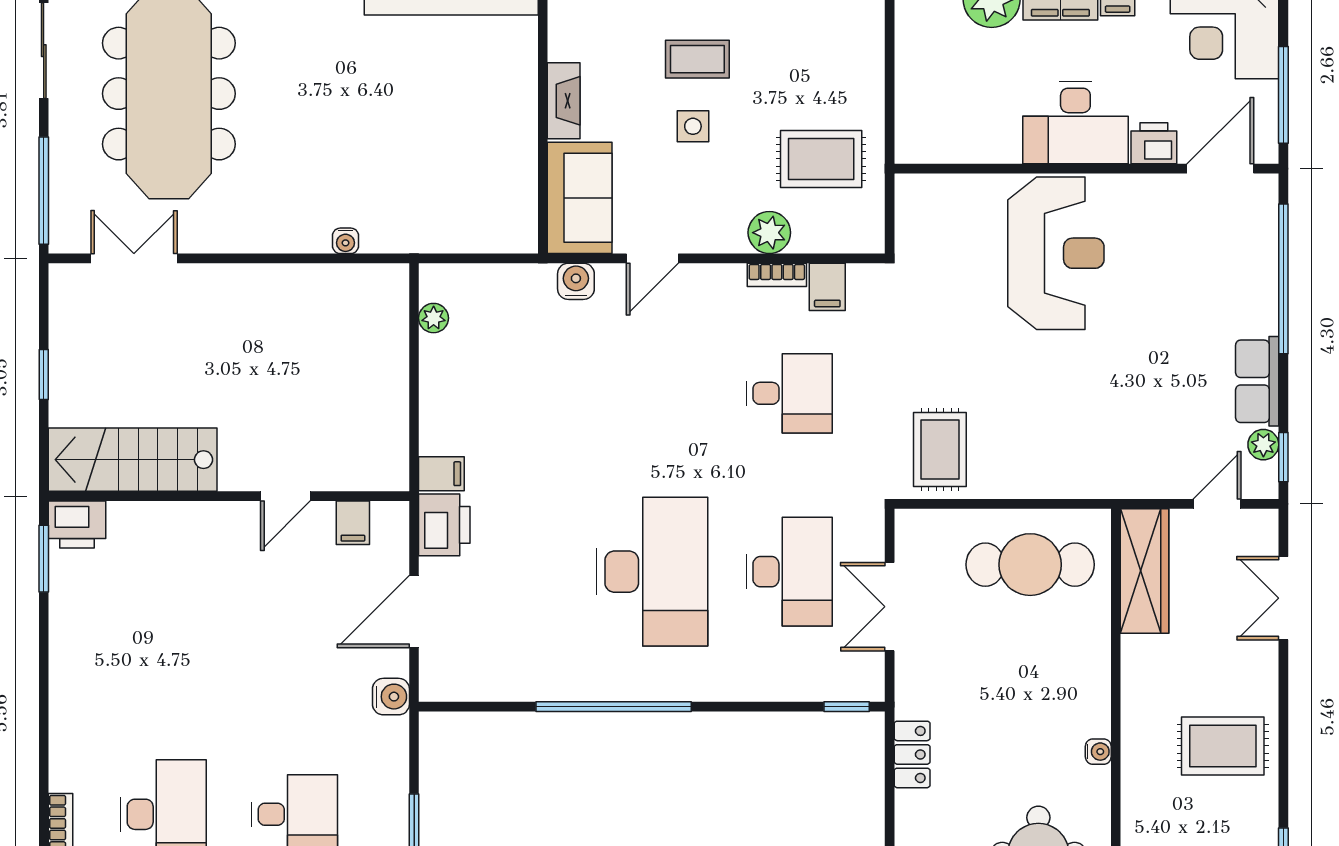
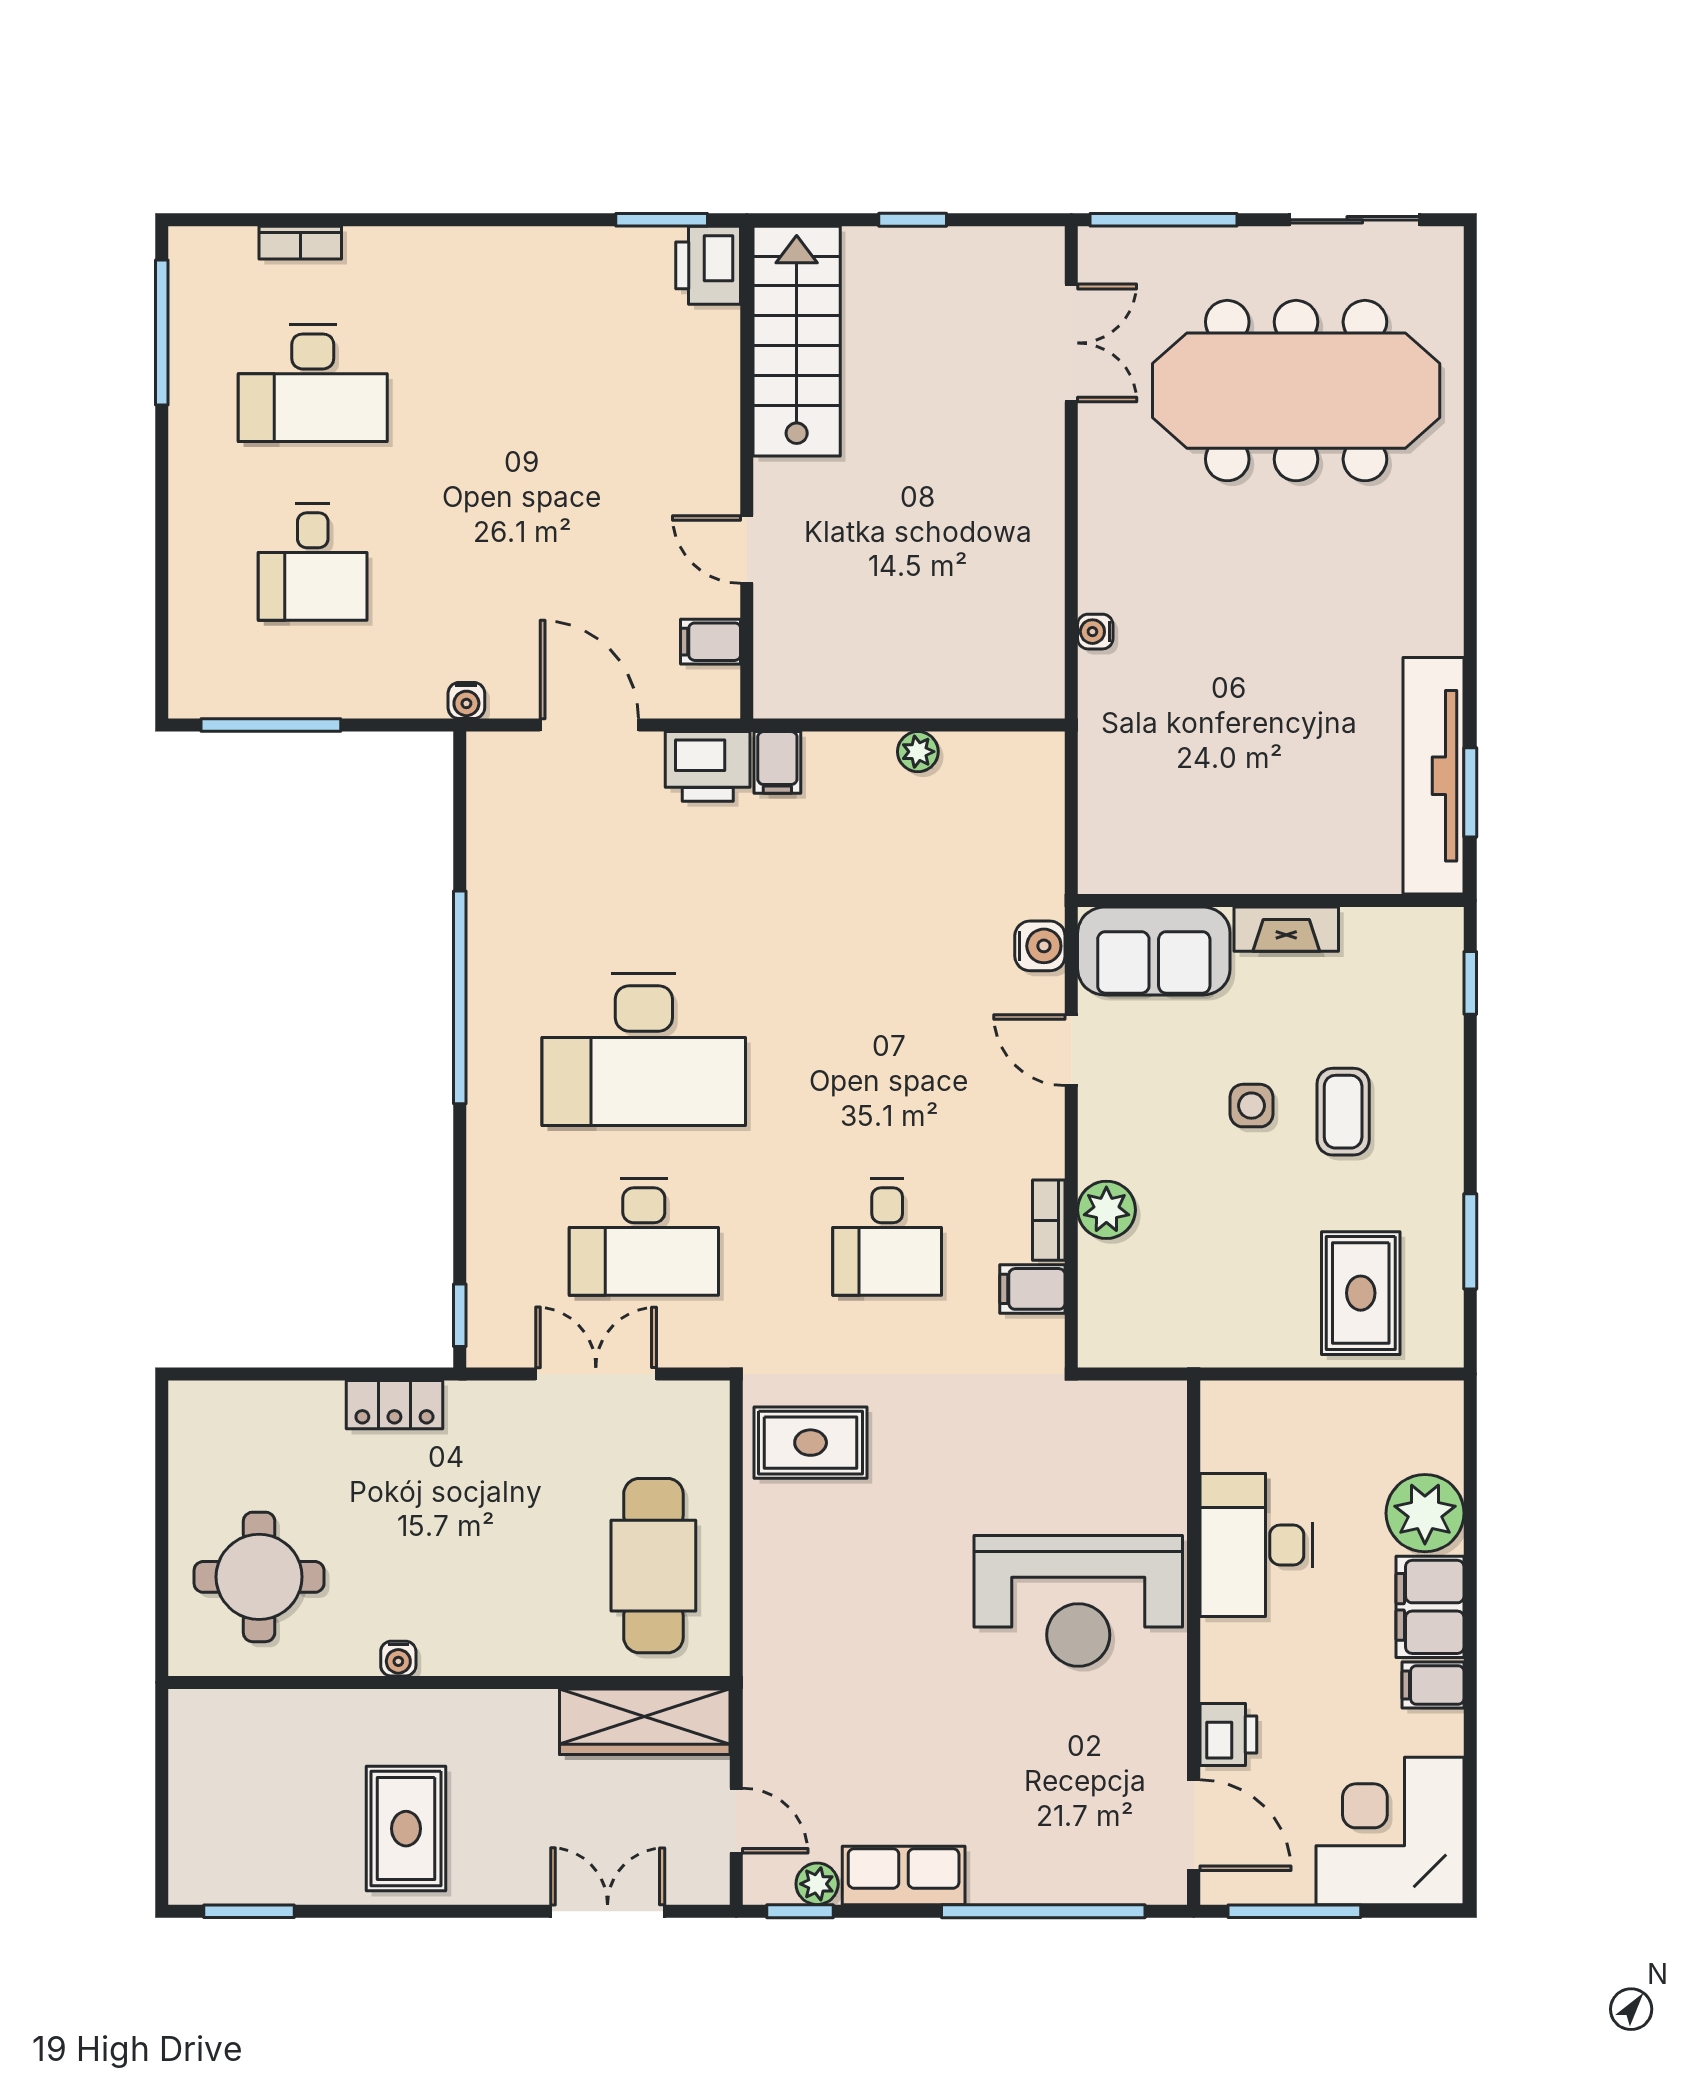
desk: (1075, 123) -> (1256, 1545), moved
rug: (821, 159) -> (1361, 1293), moved
plant: (434, 318) -> (918, 752), moved
water cooler: (391, 697) -> (466, 701), width x0.72, depth x0.72

